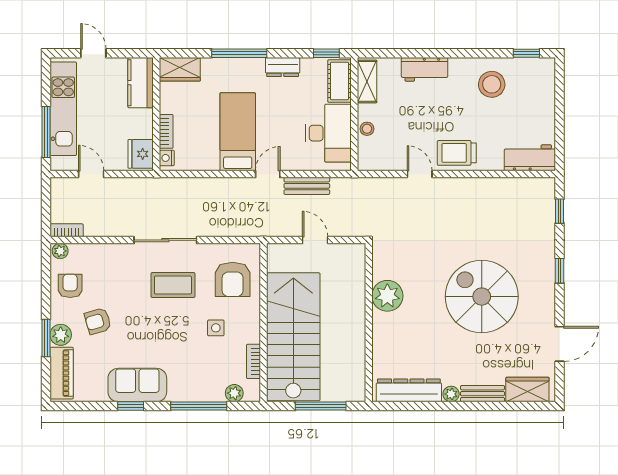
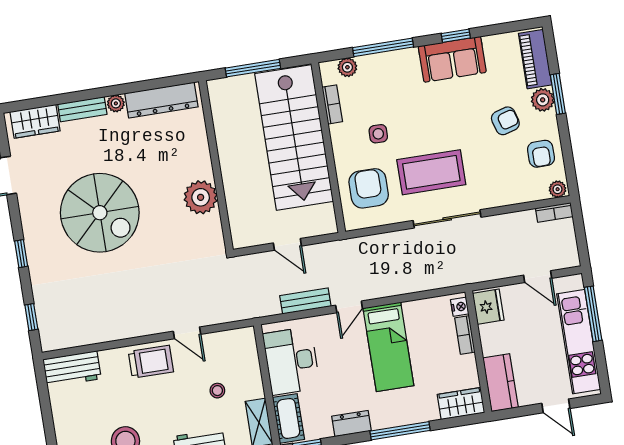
stool: (367, 129) -> (217, 391), moved
coffee table: (173, 285) -> (431, 172), width x1.36, depth x1.32

